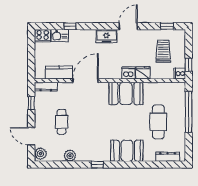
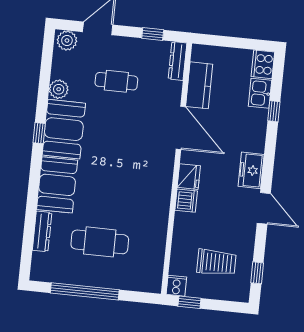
fridge: (143, 73) -> (189, 177), moved
booth: (126, 94) -> (64, 129), moved
window: (189, 112) -> (85, 291), moved
dresser: (168, 157) -> (42, 231), moved

